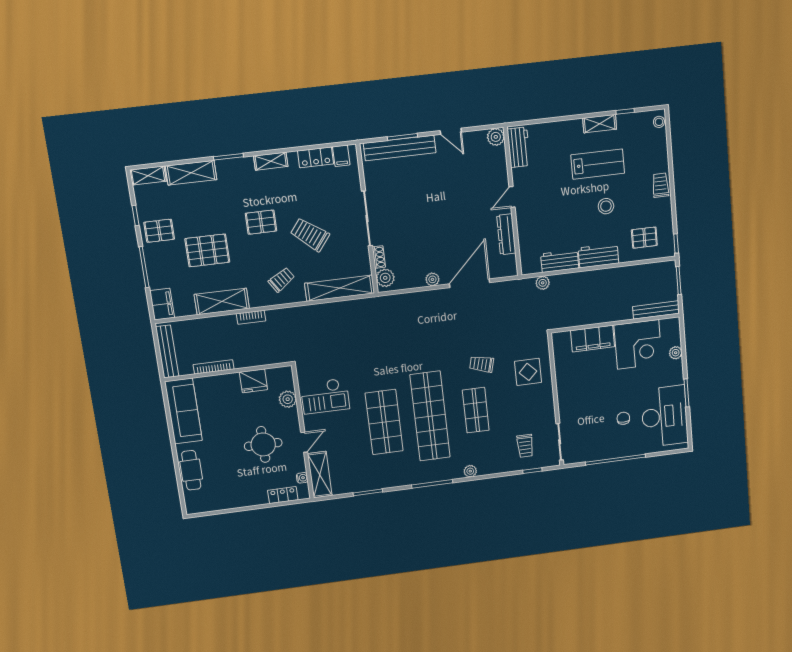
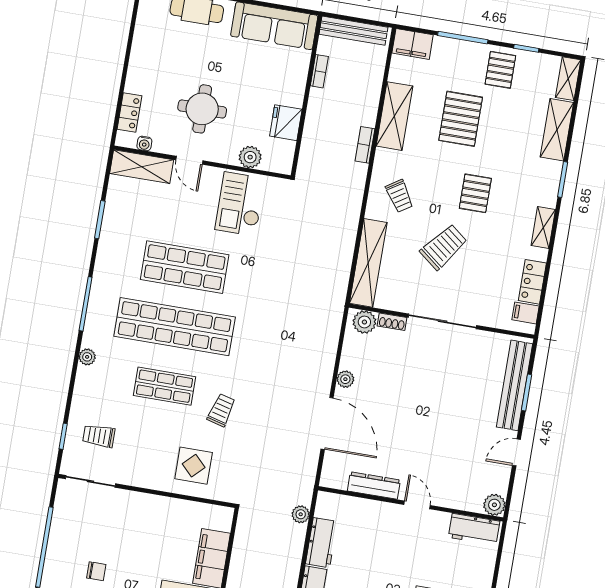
bookcase: (214, 367) -> (319, 71), width x0.64

